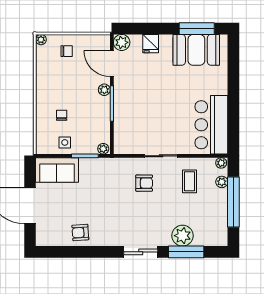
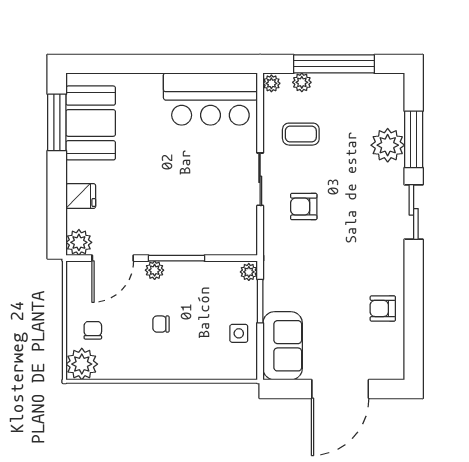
plant: (41, 40) -> (82, 364), width x1.87, depth x1.87
chair: (62, 115) -> (161, 324), moved
armchair: (144, 183) -> (304, 207), turned -90
armchair: (80, 233) -> (383, 308), turned 94

